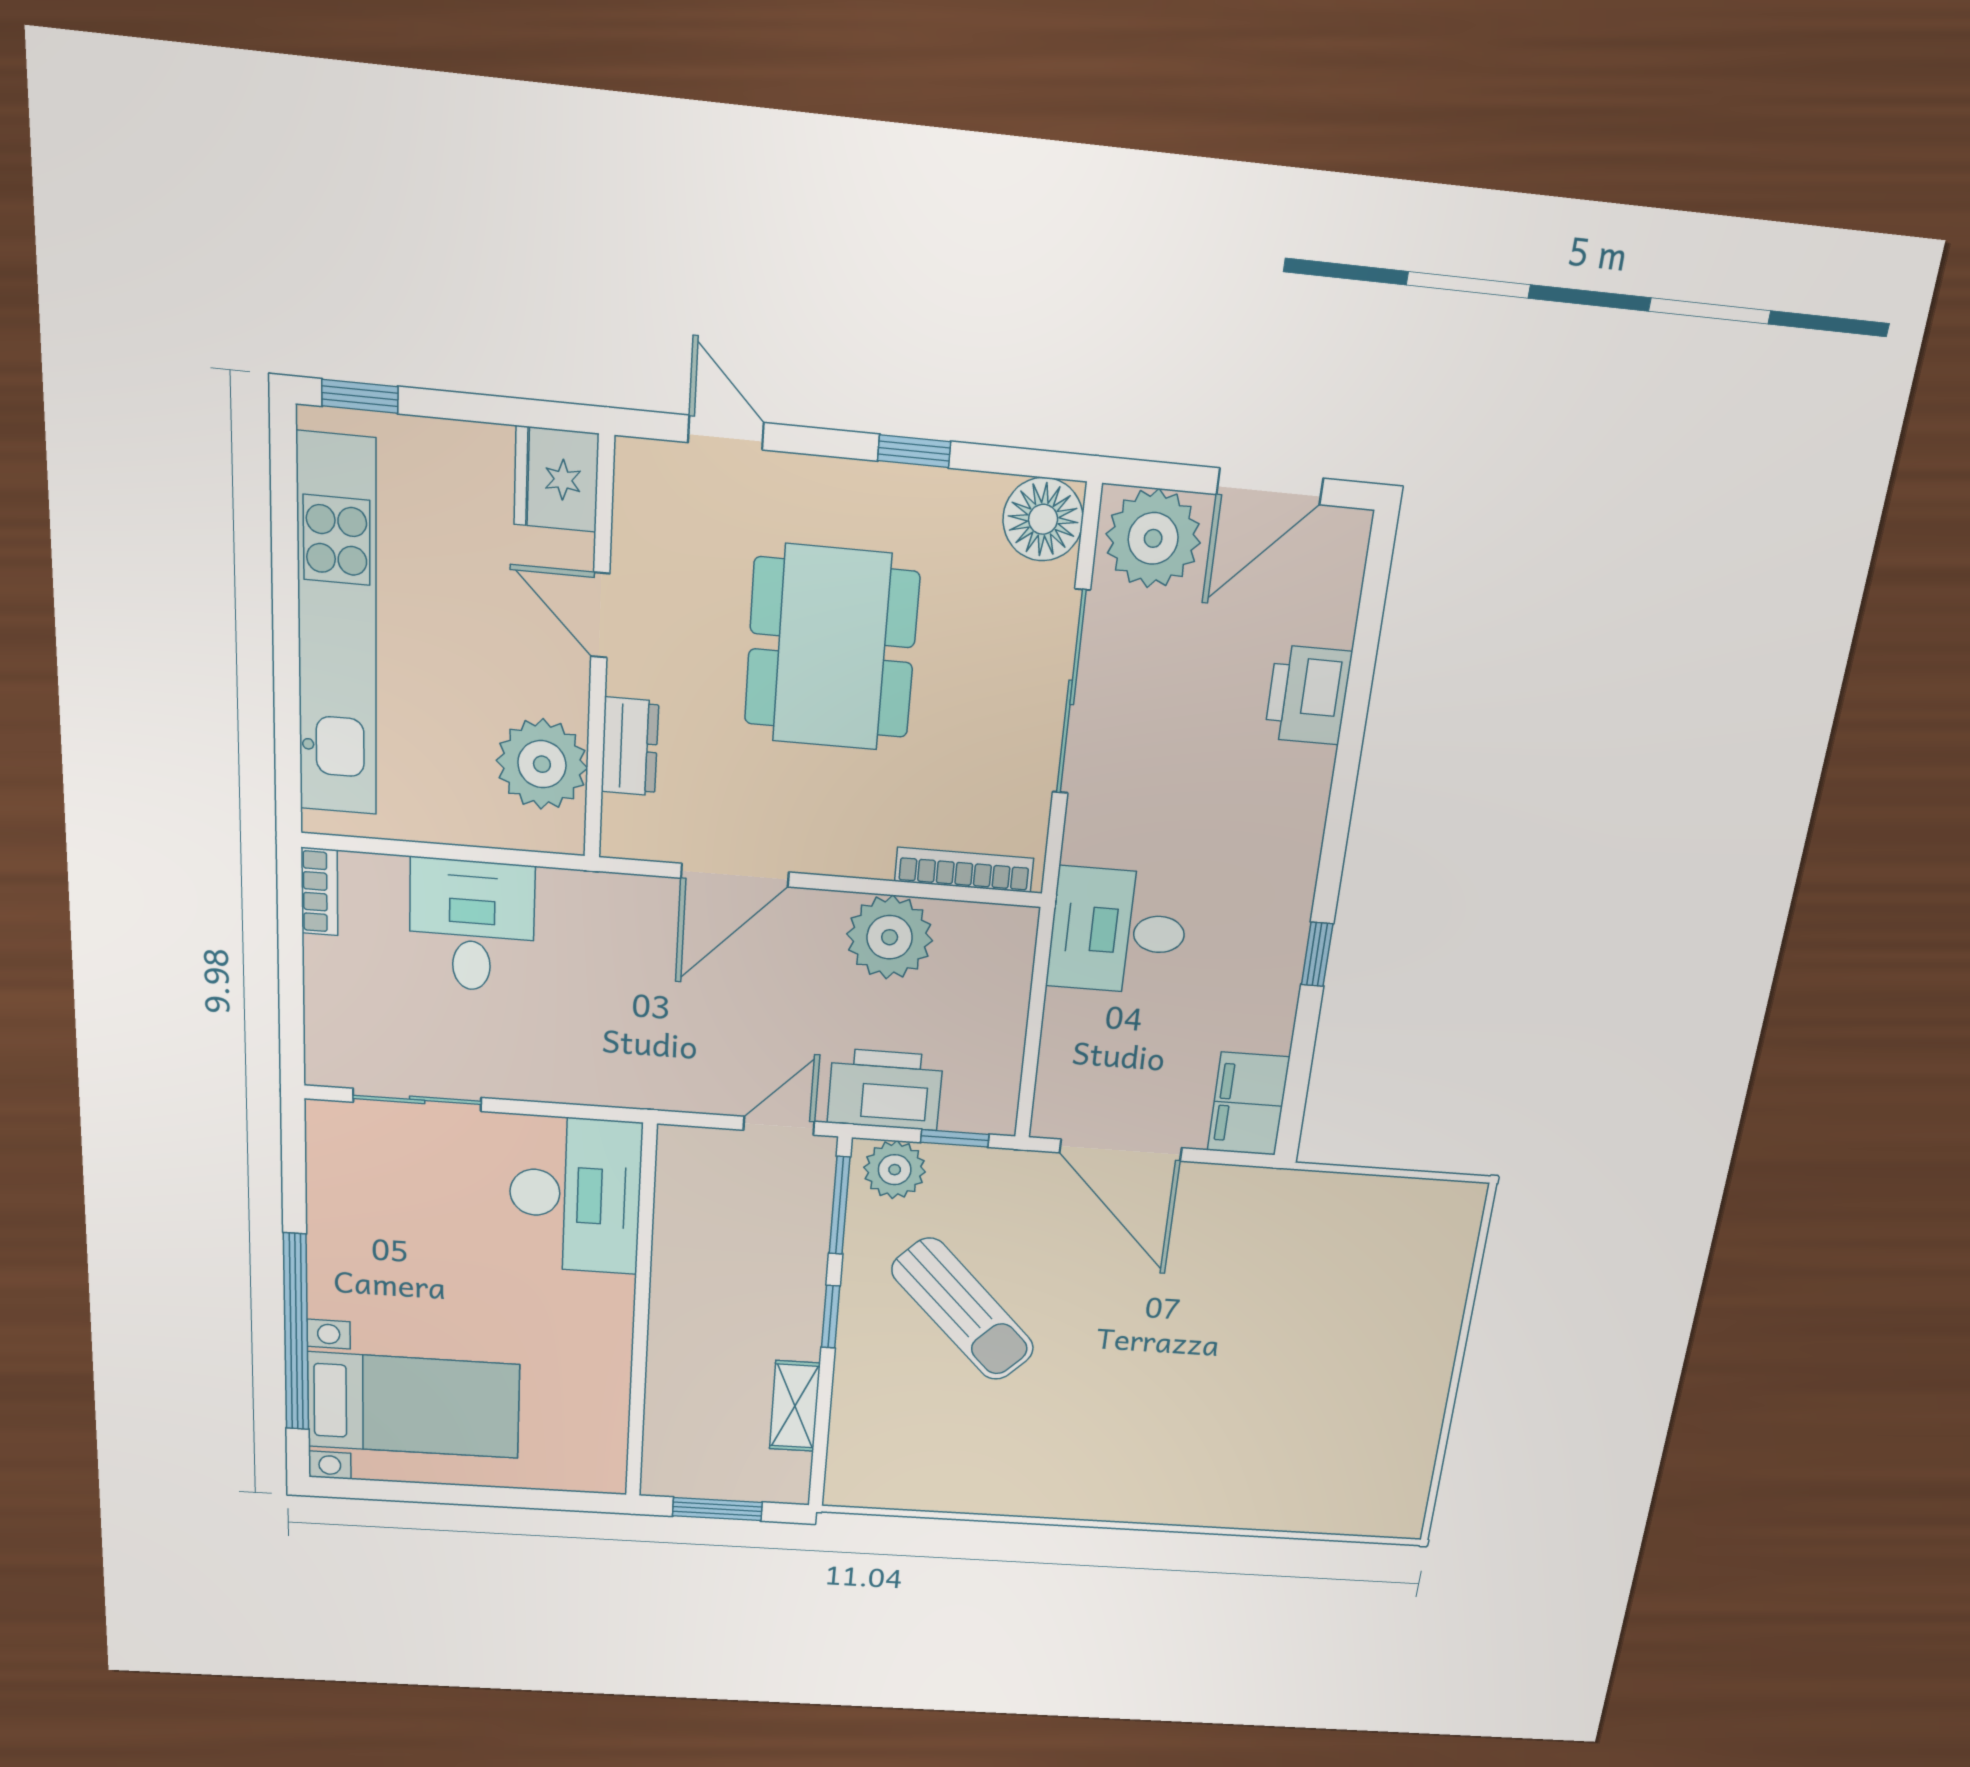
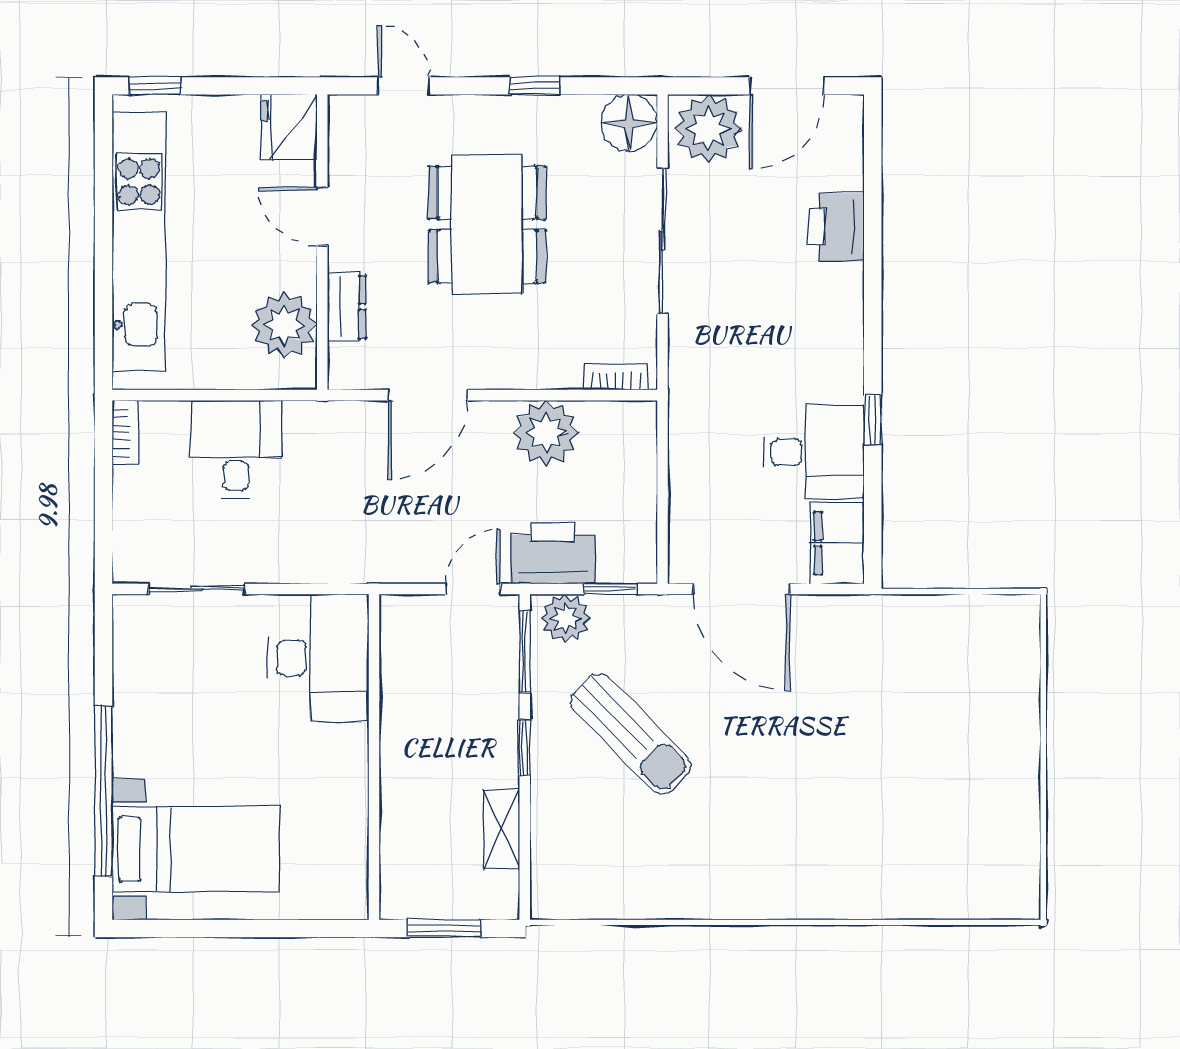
bookcase: (964, 870) -> (616, 377), width x0.64
desk: (1118, 931) -> (814, 452), moved, turned 180

